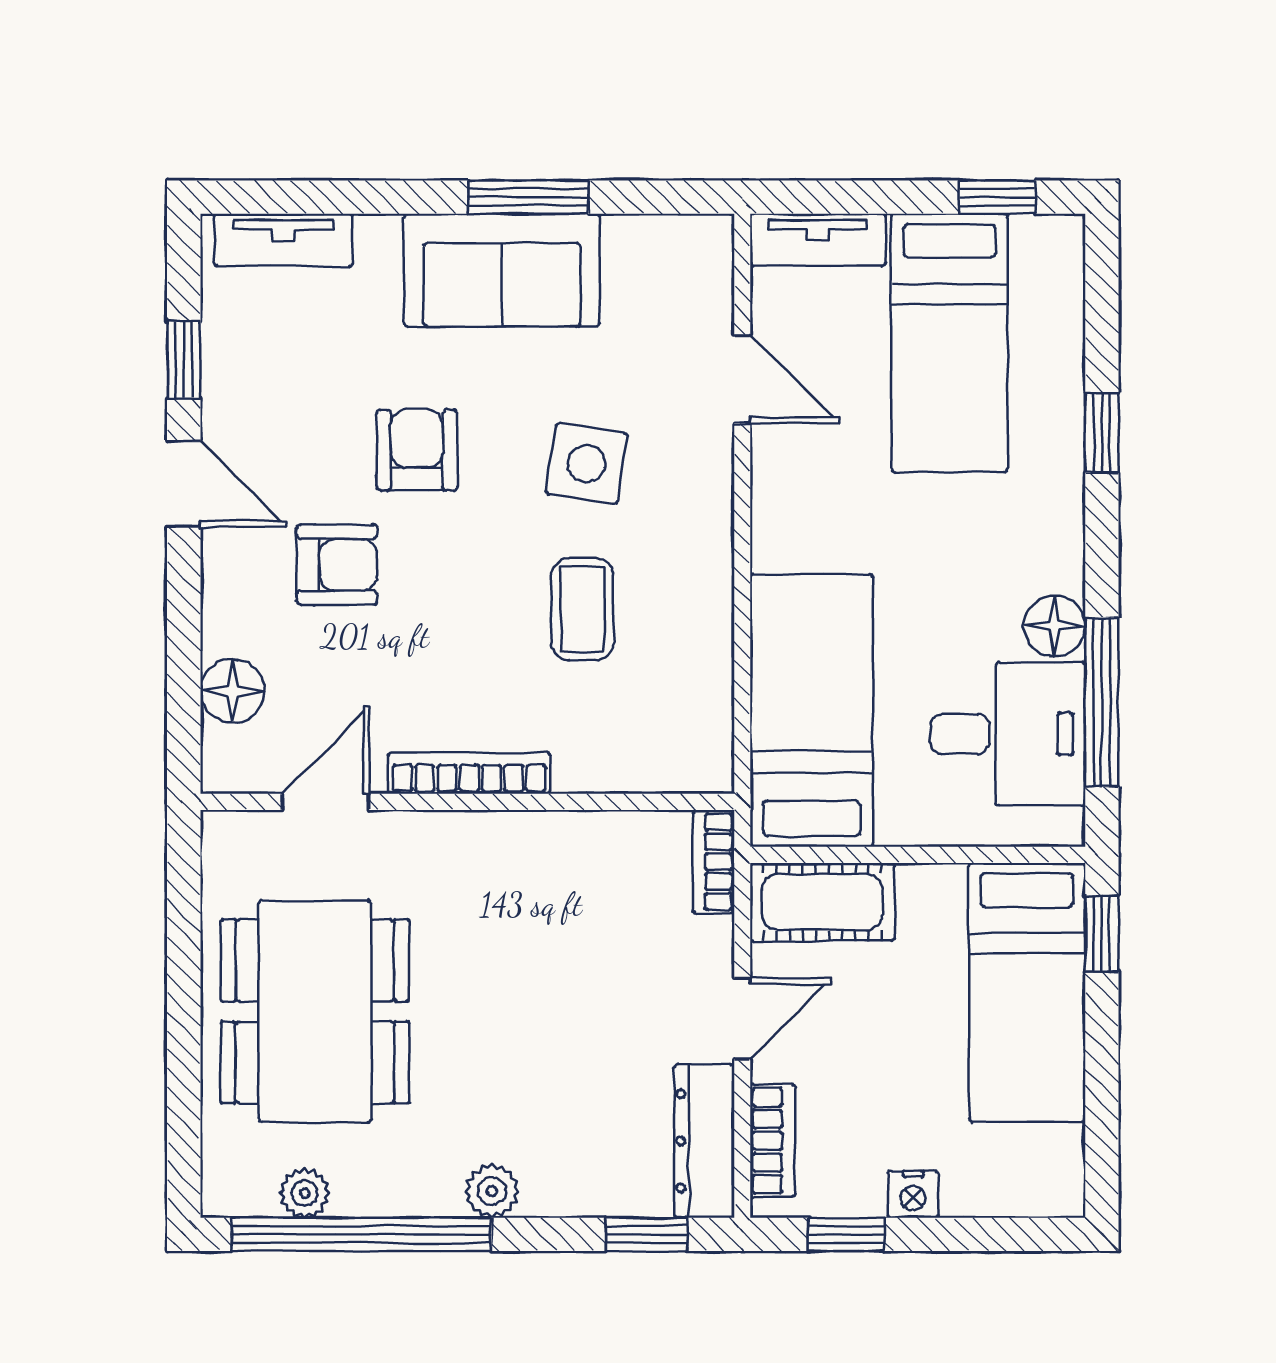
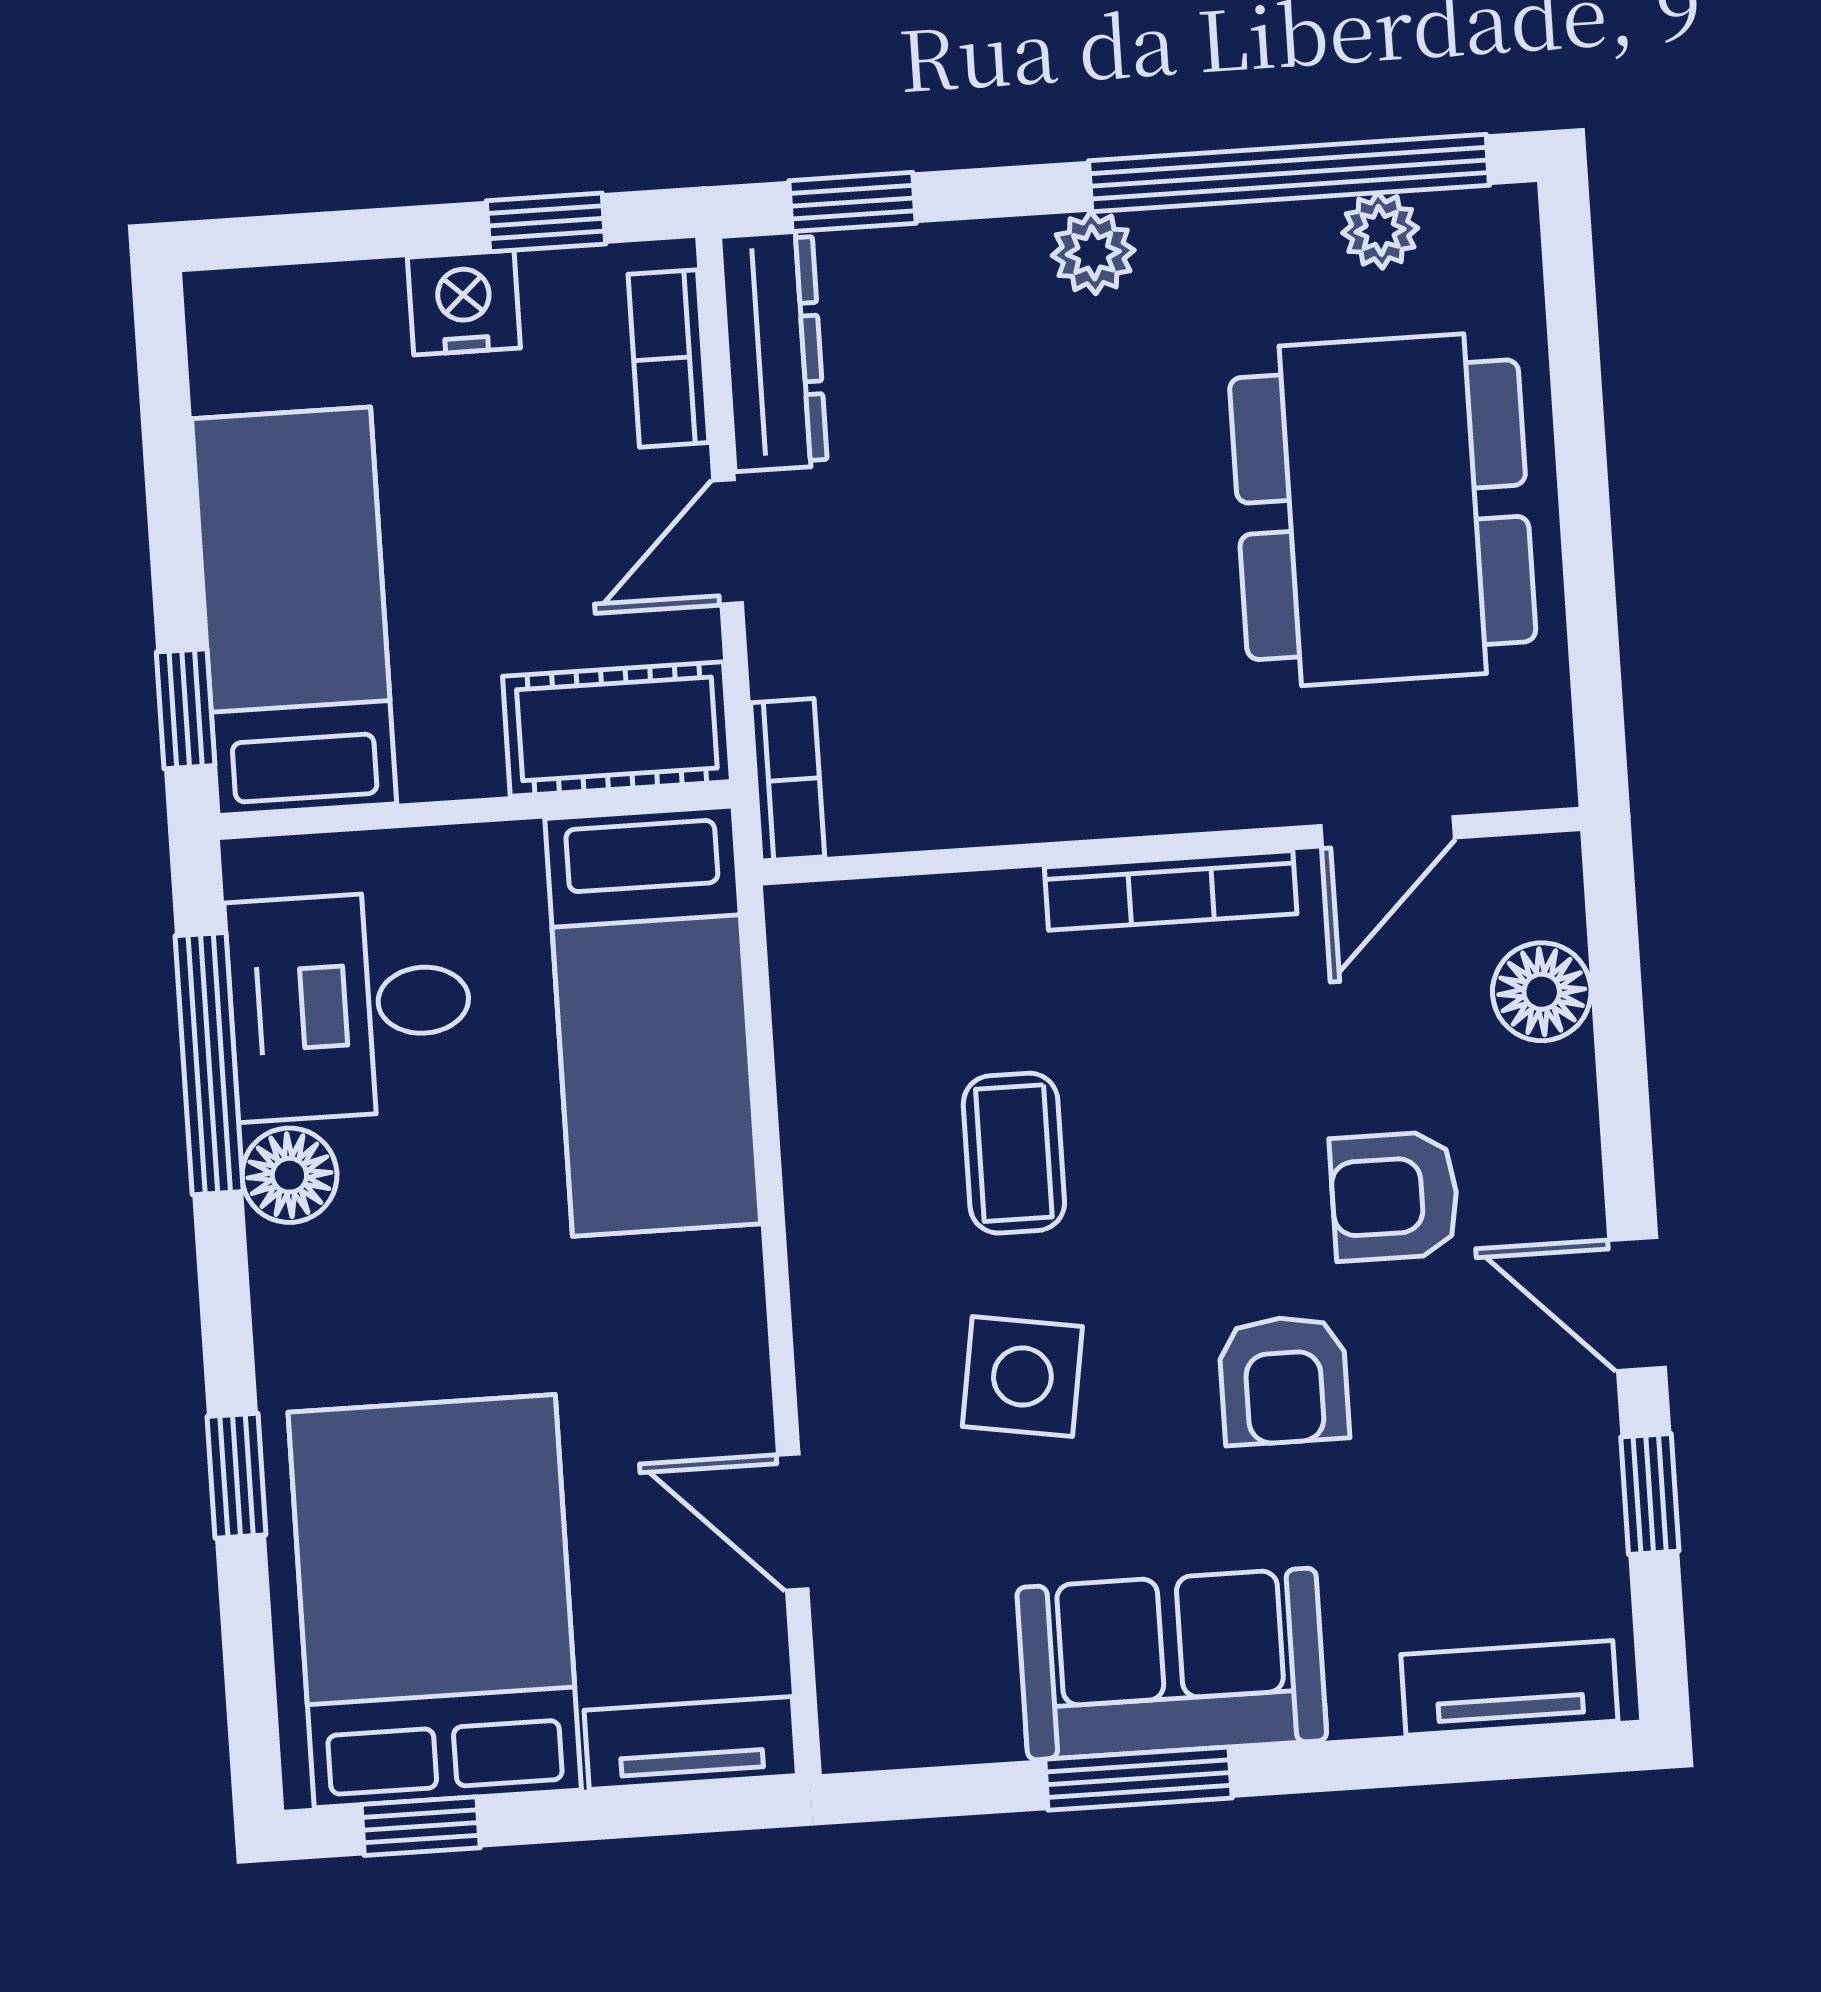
bed: (949, 343) -> (435, 1601), width x1.50
nightstand: (913, 1194) -> (464, 303), width x1.39, depth x1.35

